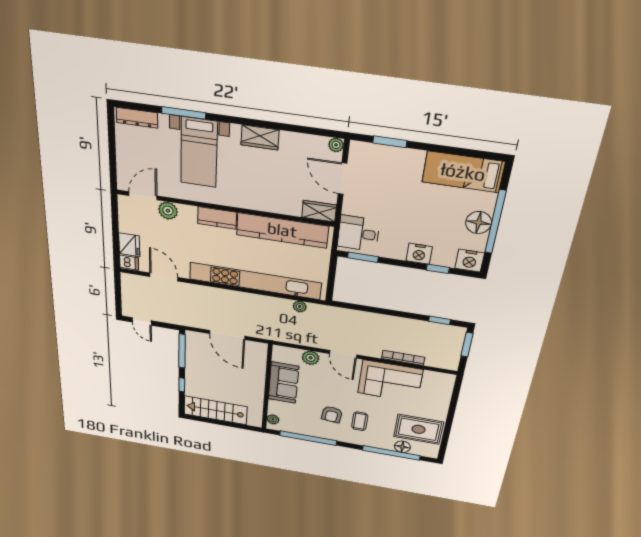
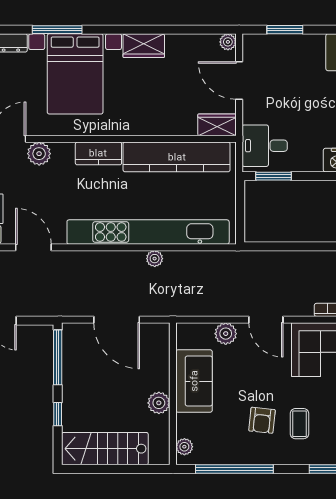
bed with nightstands: (199, 152) -> (75, 74), width x1.36
plant: (300, 306) -> (155, 259), moved
plant: (256, 391) -> (159, 403), added

